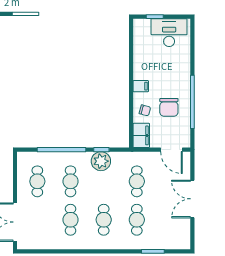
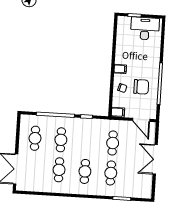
chair: (169, 107) -> (141, 87), turned -90
filing cabinet: (141, 135) -> (118, 112), width x0.50
plant: (101, 161) -> (86, 126), removed

